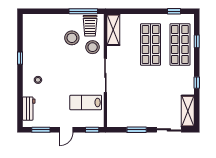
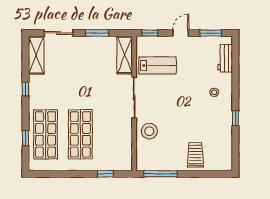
window: (174, 11) -> (105, 174), moved
trolley: (90, 26) -> (195, 155), moved
shelving: (113, 30) -> (125, 55), moved
stool: (72, 38) -> (174, 142), removed

